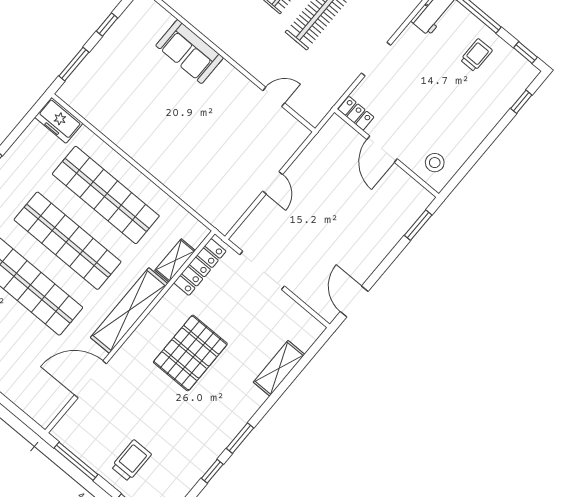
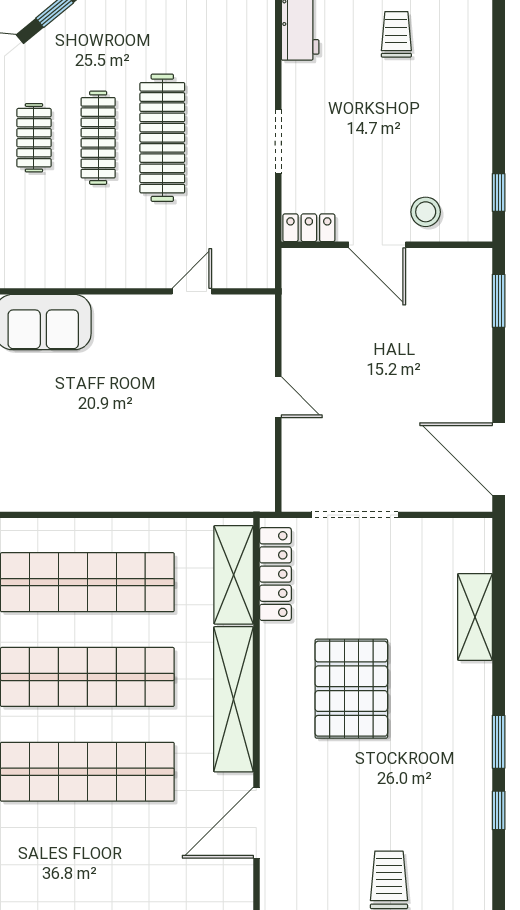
window: (521, 102) -> (499, 192), moved
stool: (435, 163) -> (426, 212), moved
shelving: (175, 260) -> (234, 575), width x1.50, depth x1.33
door: (354, 302) -> (499, 459), width x1.36

